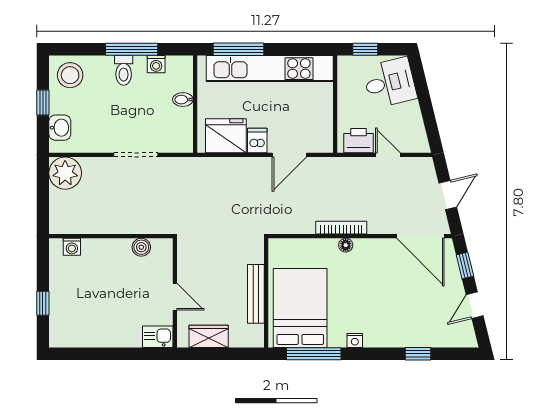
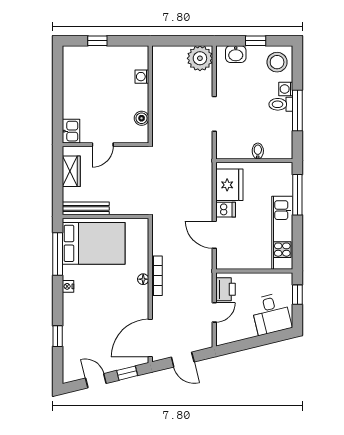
washing machine: (156, 64) -> (286, 89), moved
kitchen unit: (270, 69) -> (282, 233), width x0.73
washing machine: (72, 247) -> (142, 77), moved
bench: (256, 294) -> (86, 208), moved

